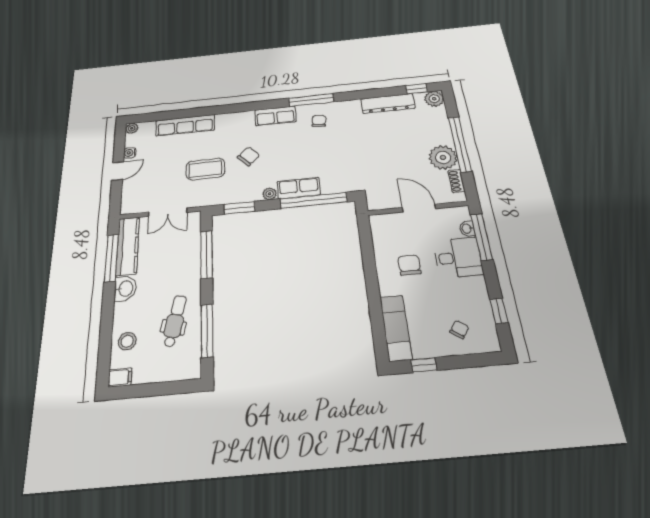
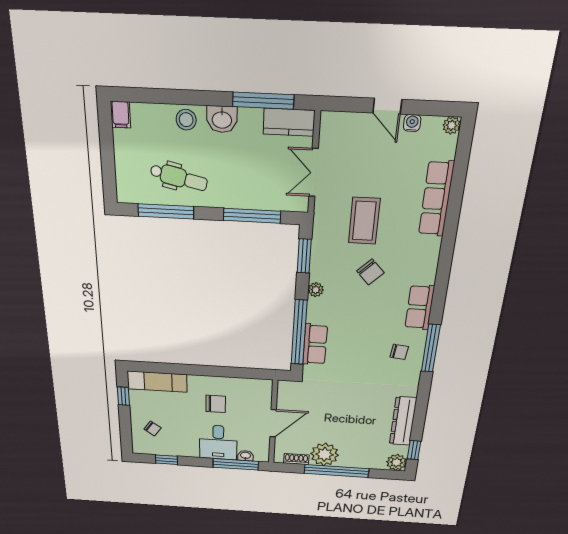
row of seats: (299, 188) -> (315, 344), moved
kitchen counter: (128, 246) -> (289, 122), width x0.67
stool: (127, 341) -> (186, 120), moved

